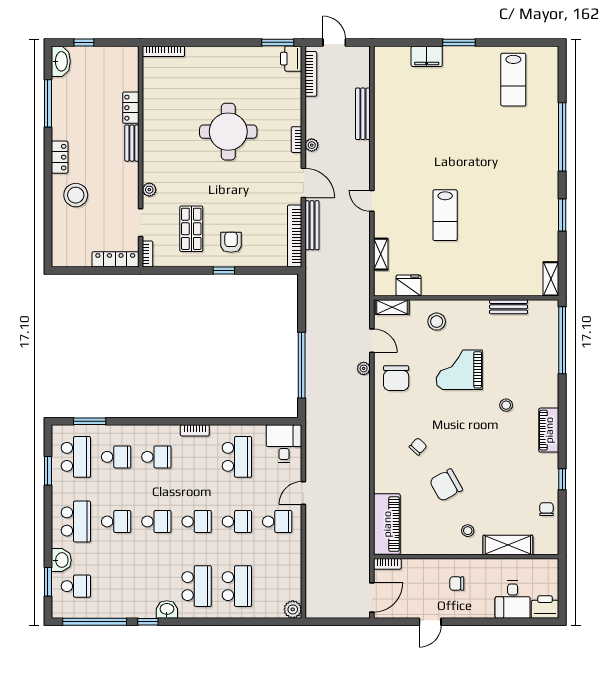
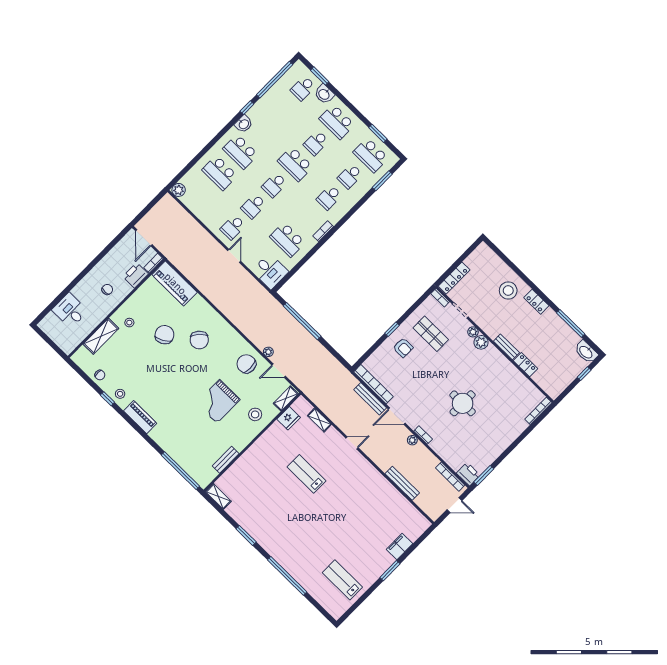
round table: (228, 132) -> (463, 403), width x0.73, depth x0.73
plant: (152, 172) -> (481, 342), added
grand piano: (459, 370) -> (218, 401), turned 180
stool: (506, 405) -> (120, 394), moved
chair: (418, 446) -> (199, 340), width x1.87, depth x1.87
school desk: (156, 522) -> (295, 164), width x1.85
printer: (545, 607) -> (136, 275), moved, turned 180
door: (430, 622) -> (101, 256), removed

